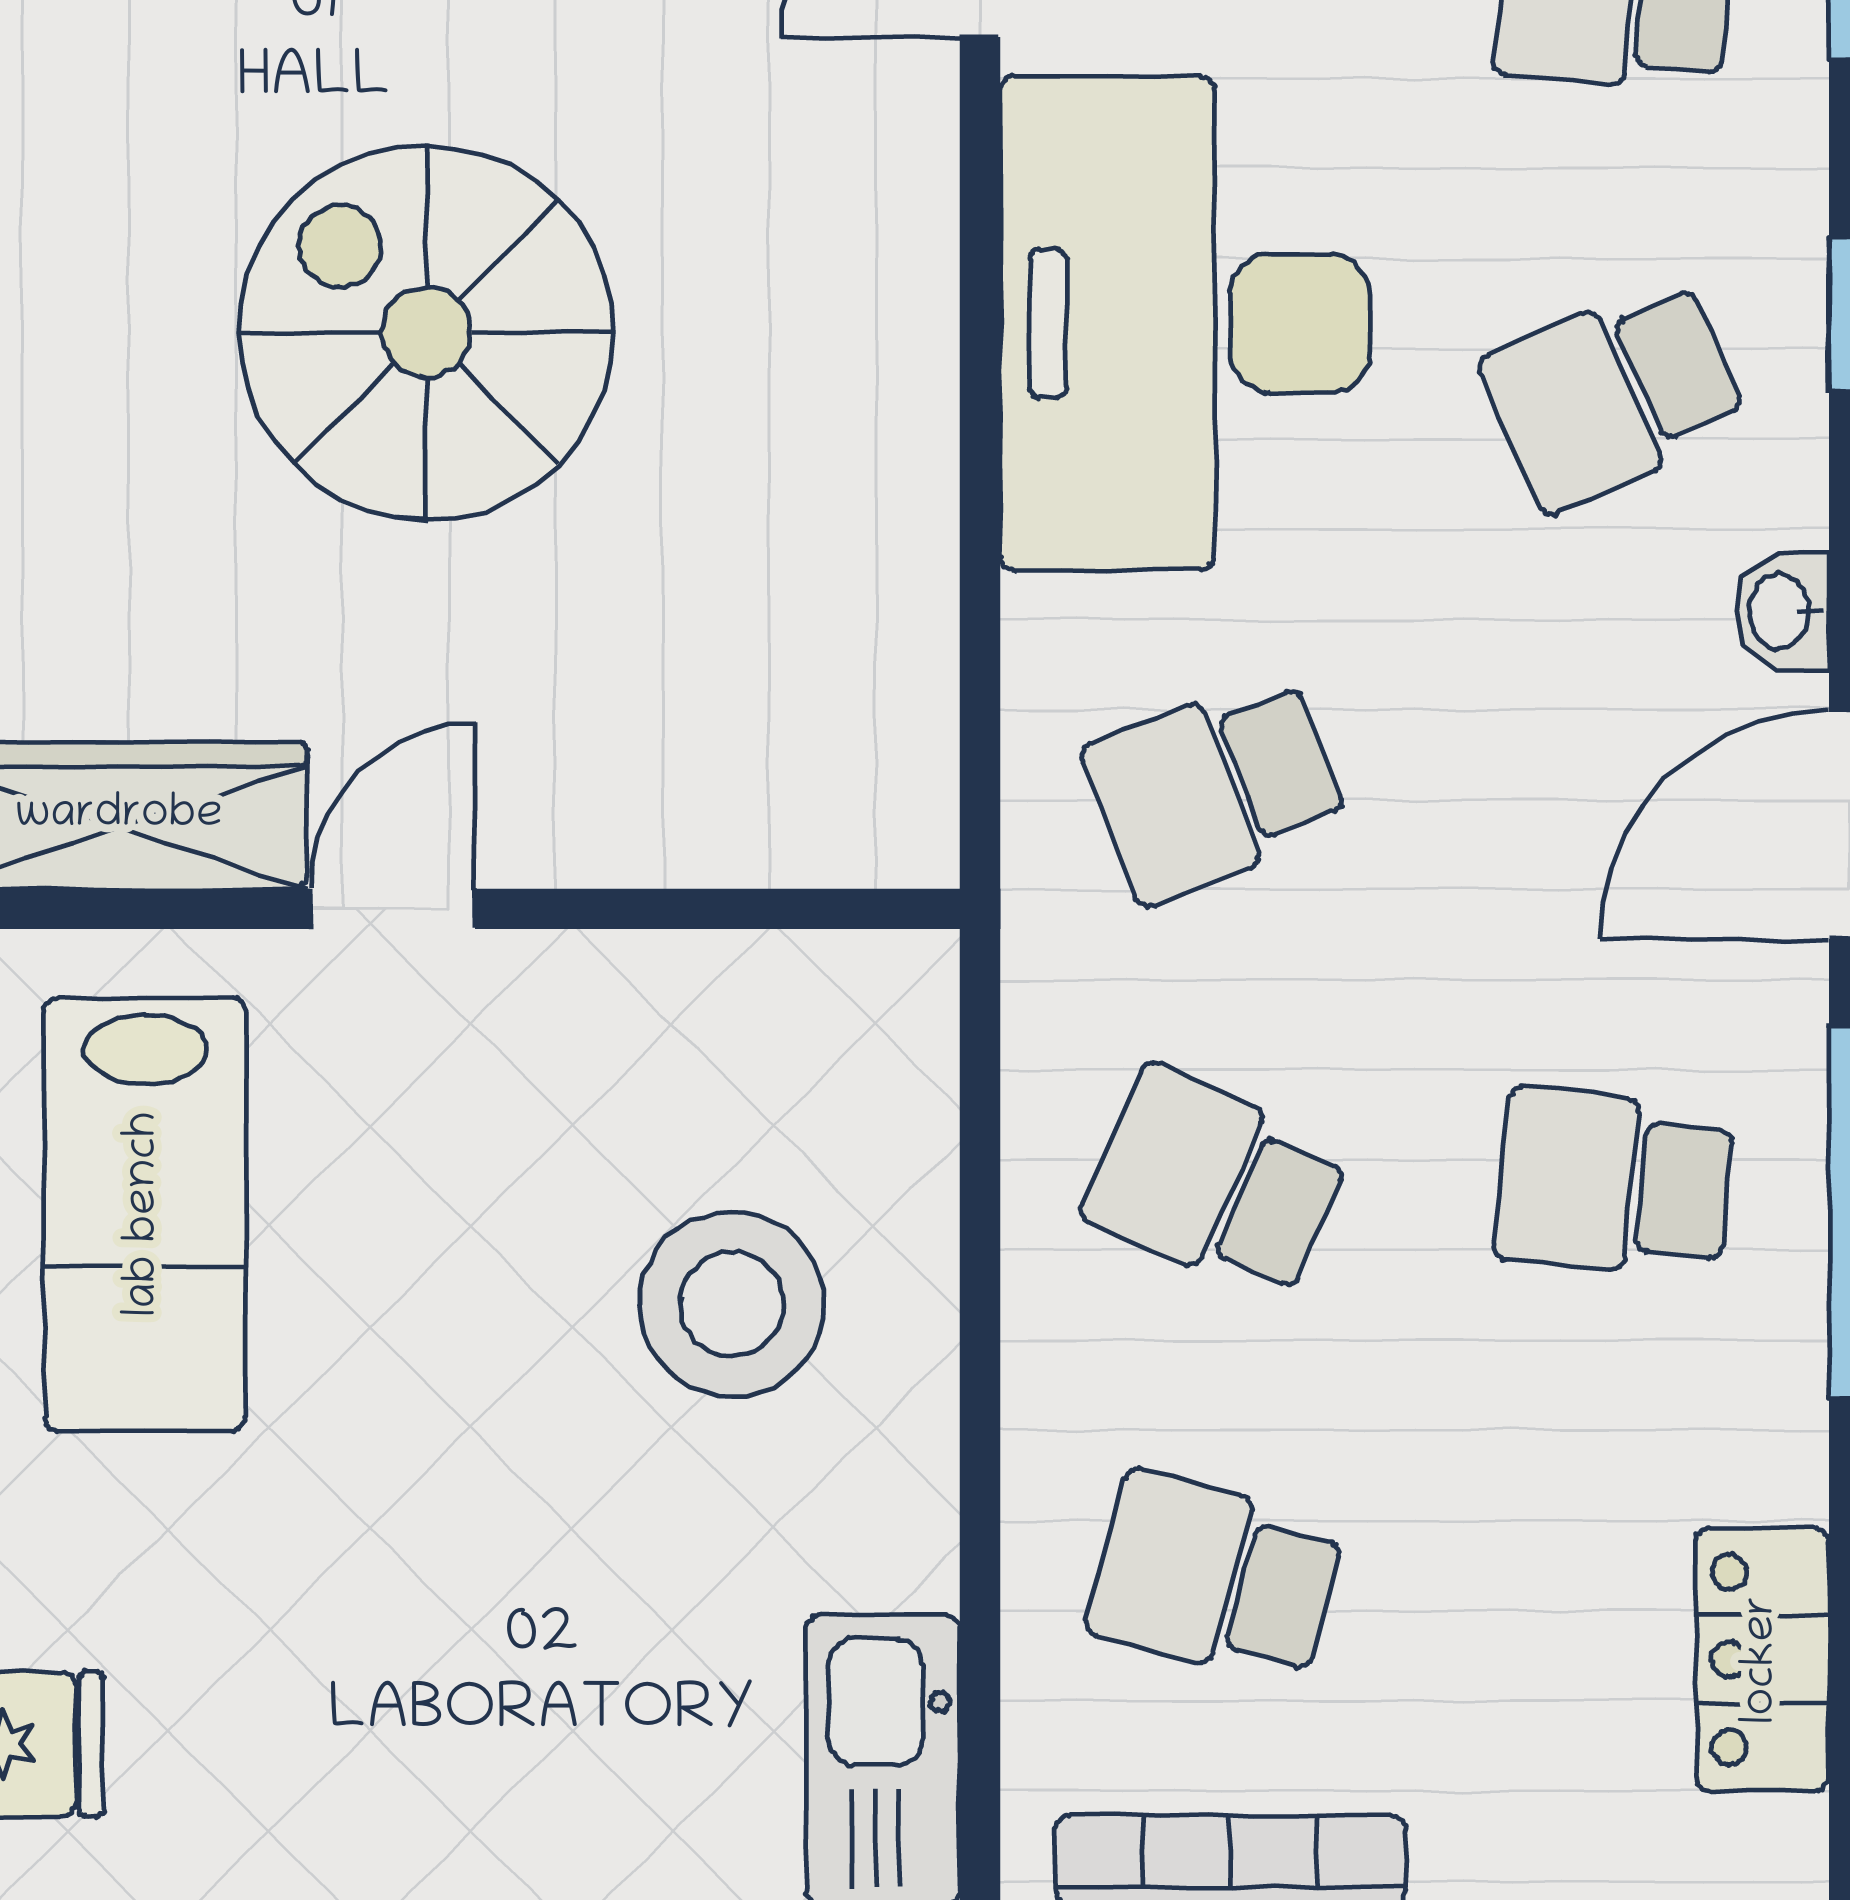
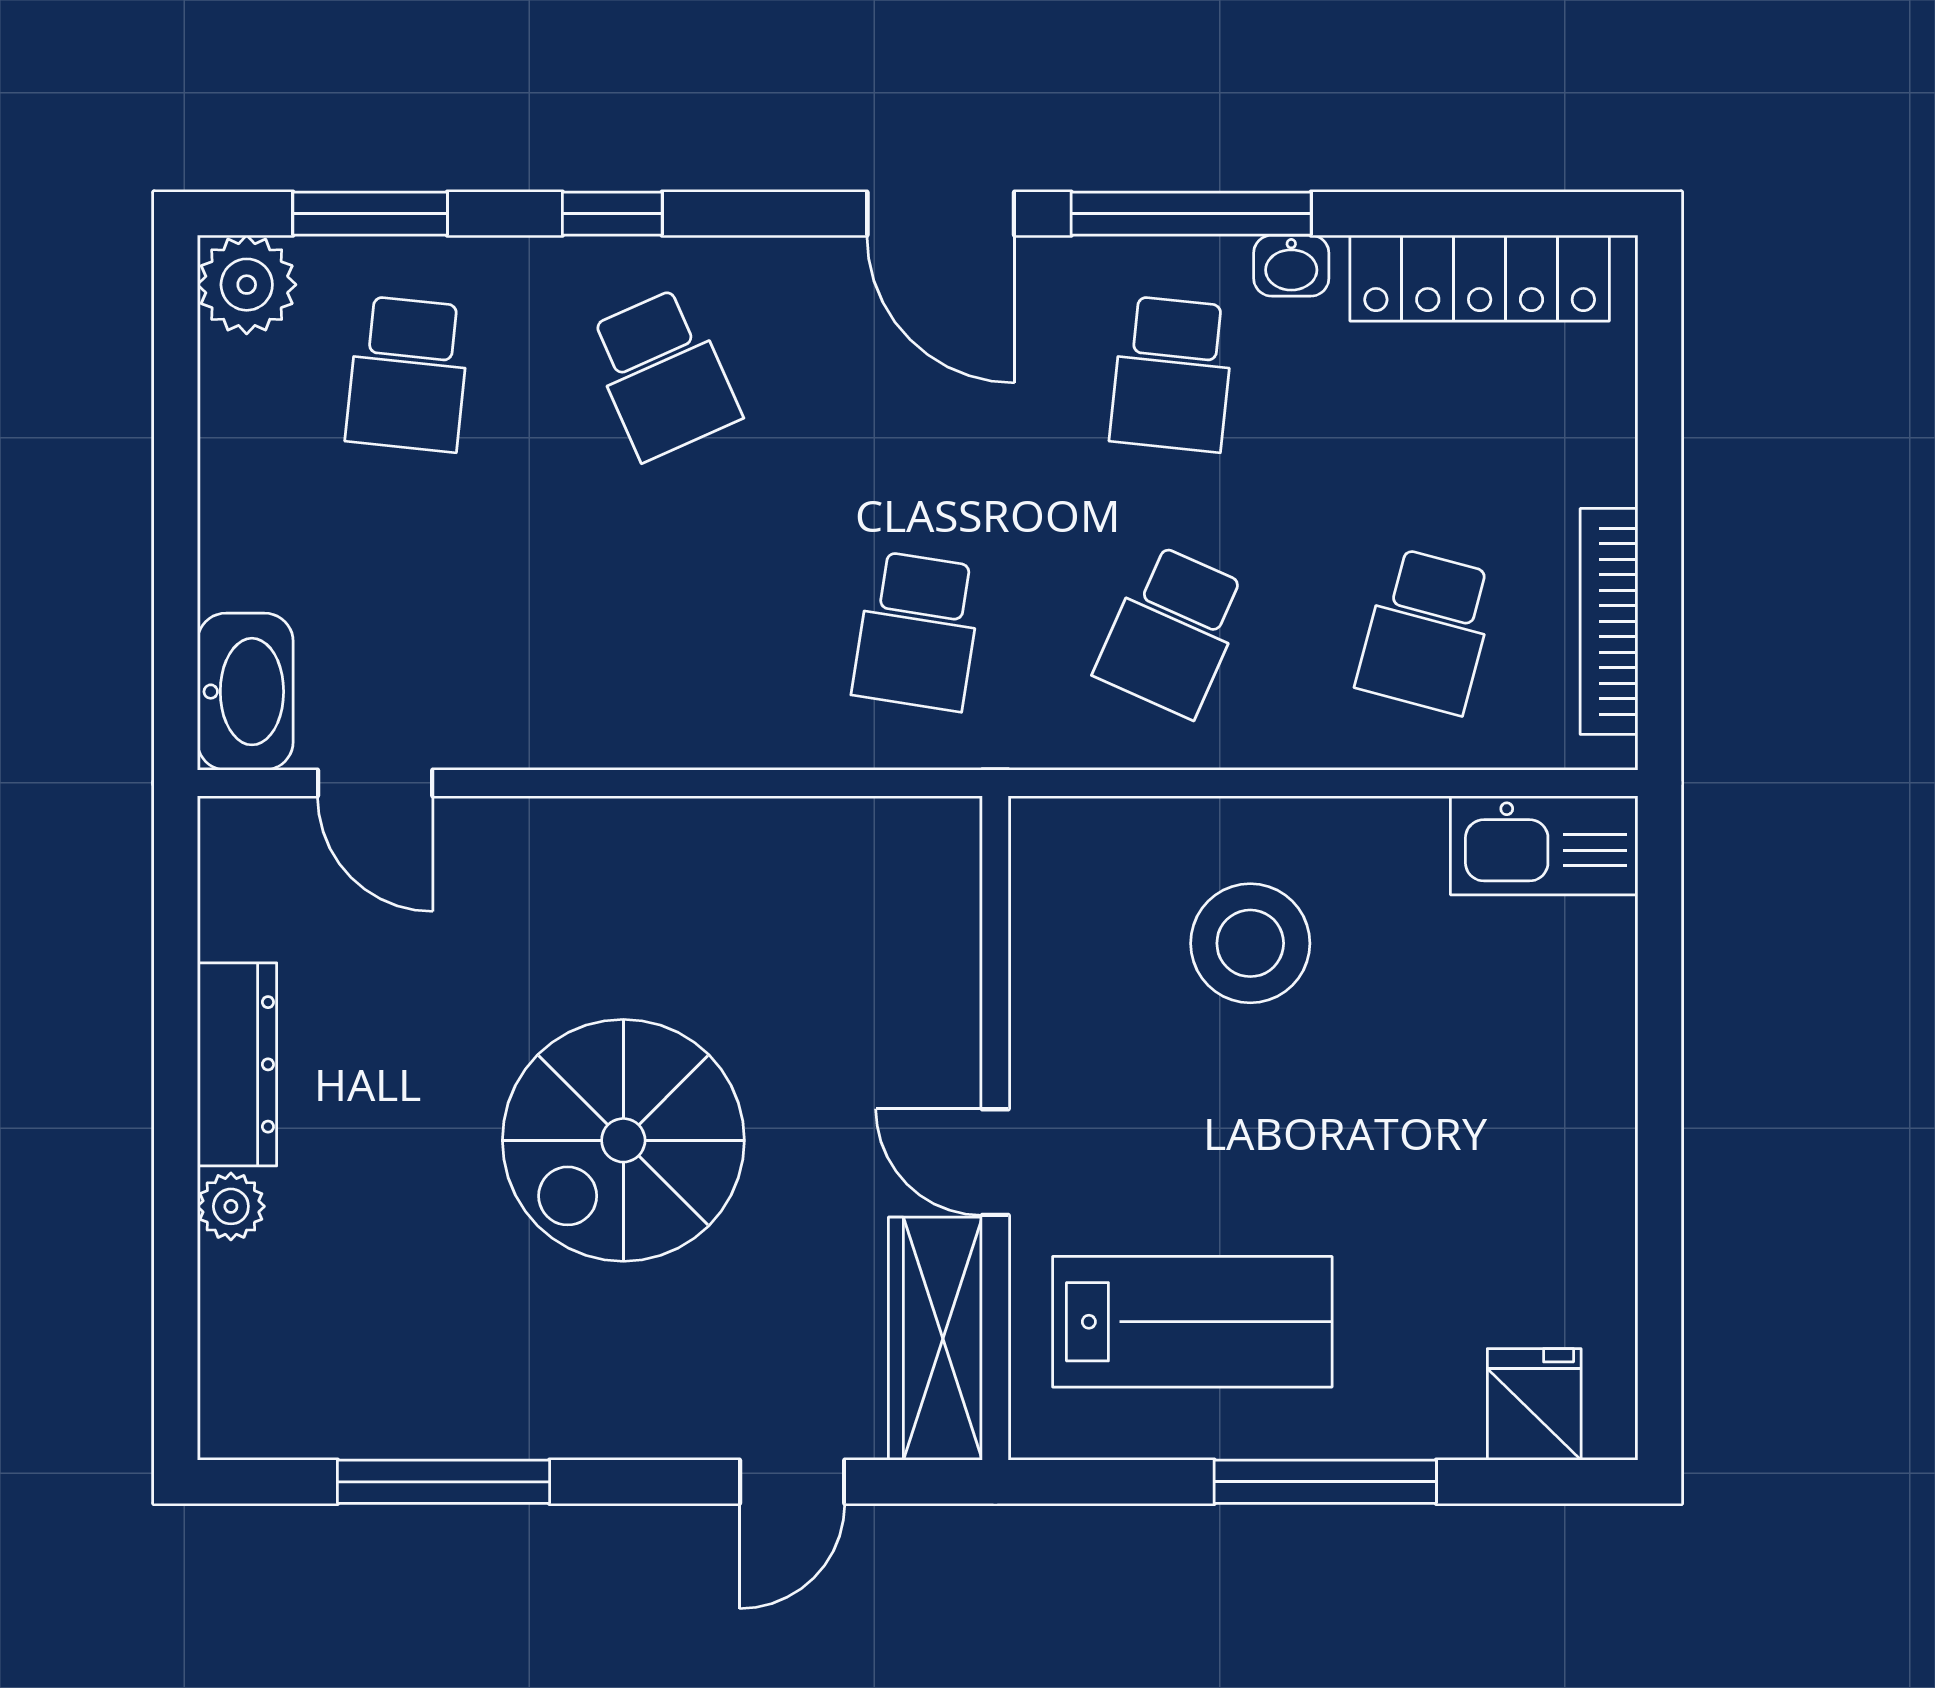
desk: (1185, 323) -> (617, 651), removed
washbasin: (1782, 612) -> (1291, 266), moved
school desk: (1215, 789) -> (918, 631), turned 30
locker: (1763, 1660) -> (1480, 278), width x1.53

